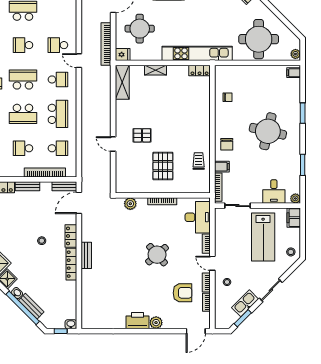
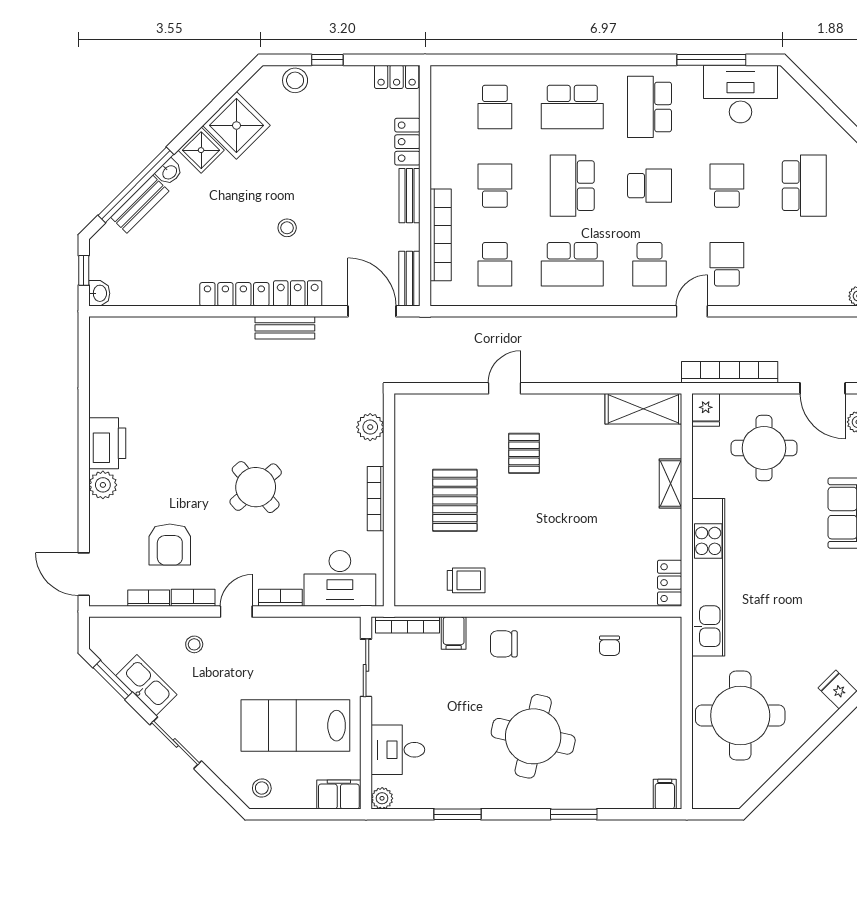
plant: (295, 54) -> (707, 798), removed
school desk: (23, 79) -> (650, 186), width x0.54
pallet: (163, 166) -> (455, 500), turned 90
bench: (86, 255) -> (285, 328), moved

